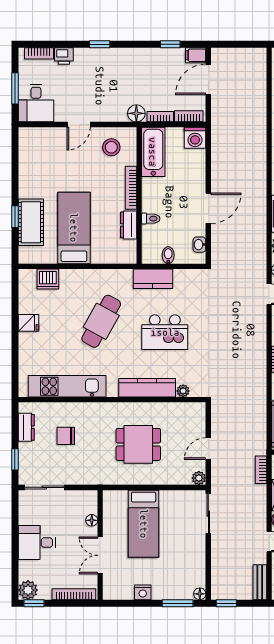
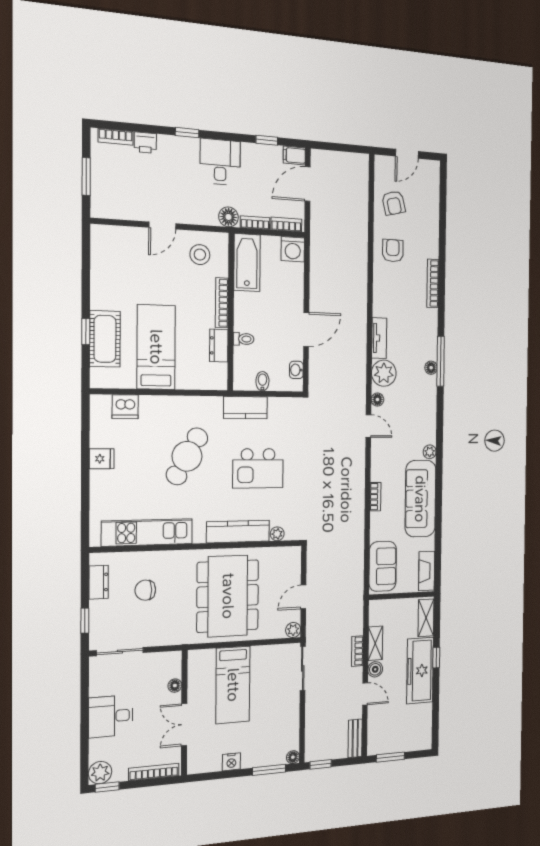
desk: (36, 103) -> (220, 162), moved, turned 180
dining table: (138, 444) -> (228, 596), width x1.88, depth x1.24
bookcase: (261, 470) -> (357, 651), moved

